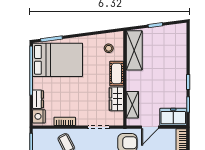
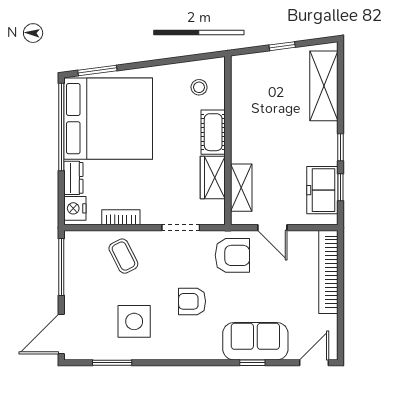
shelving: (134, 50) -> (324, 86), moved
bed: (58, 60) -> (108, 119), width x1.36
freezer: (173, 117) -> (322, 190), moved, turned -90
door: (150, 127) -> (272, 228), hinge flipped

